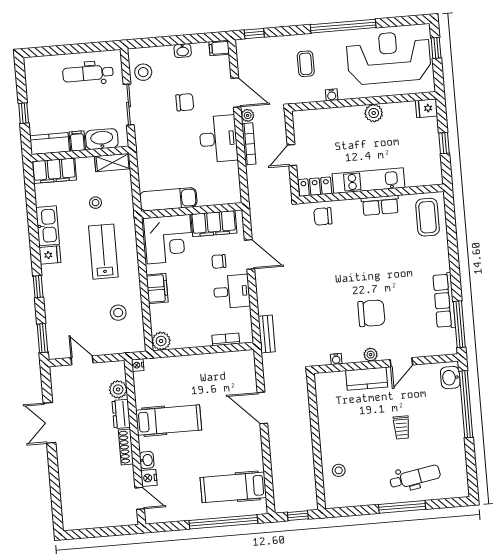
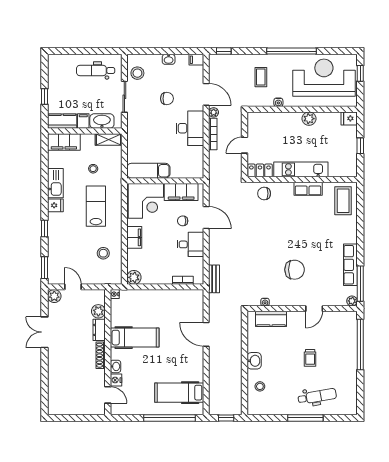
plant: (371, 355) -> (352, 301), moved
plant: (58, 374) -> (54, 296), added
washbasin: (450, 378) -> (254, 361), moved, turned 180
kitchen counter: (367, 379) -> (271, 319), moved

